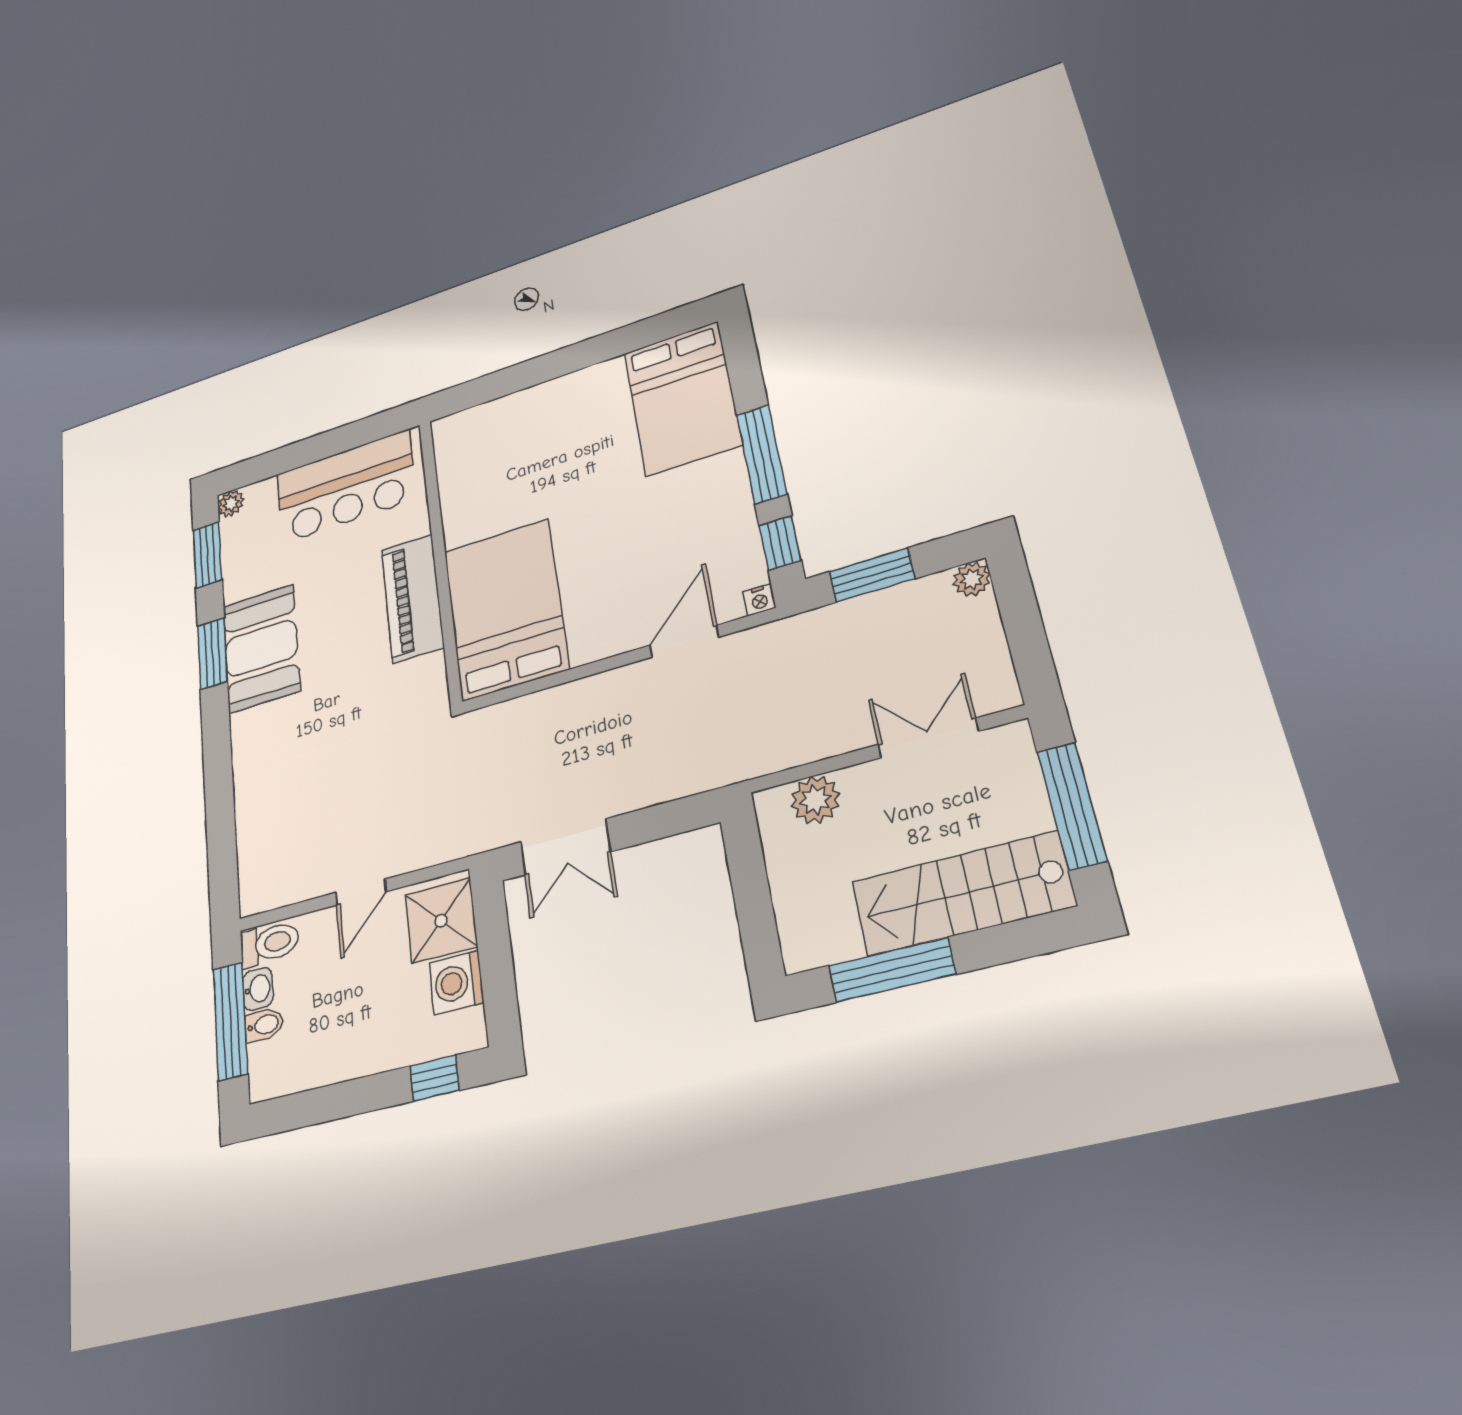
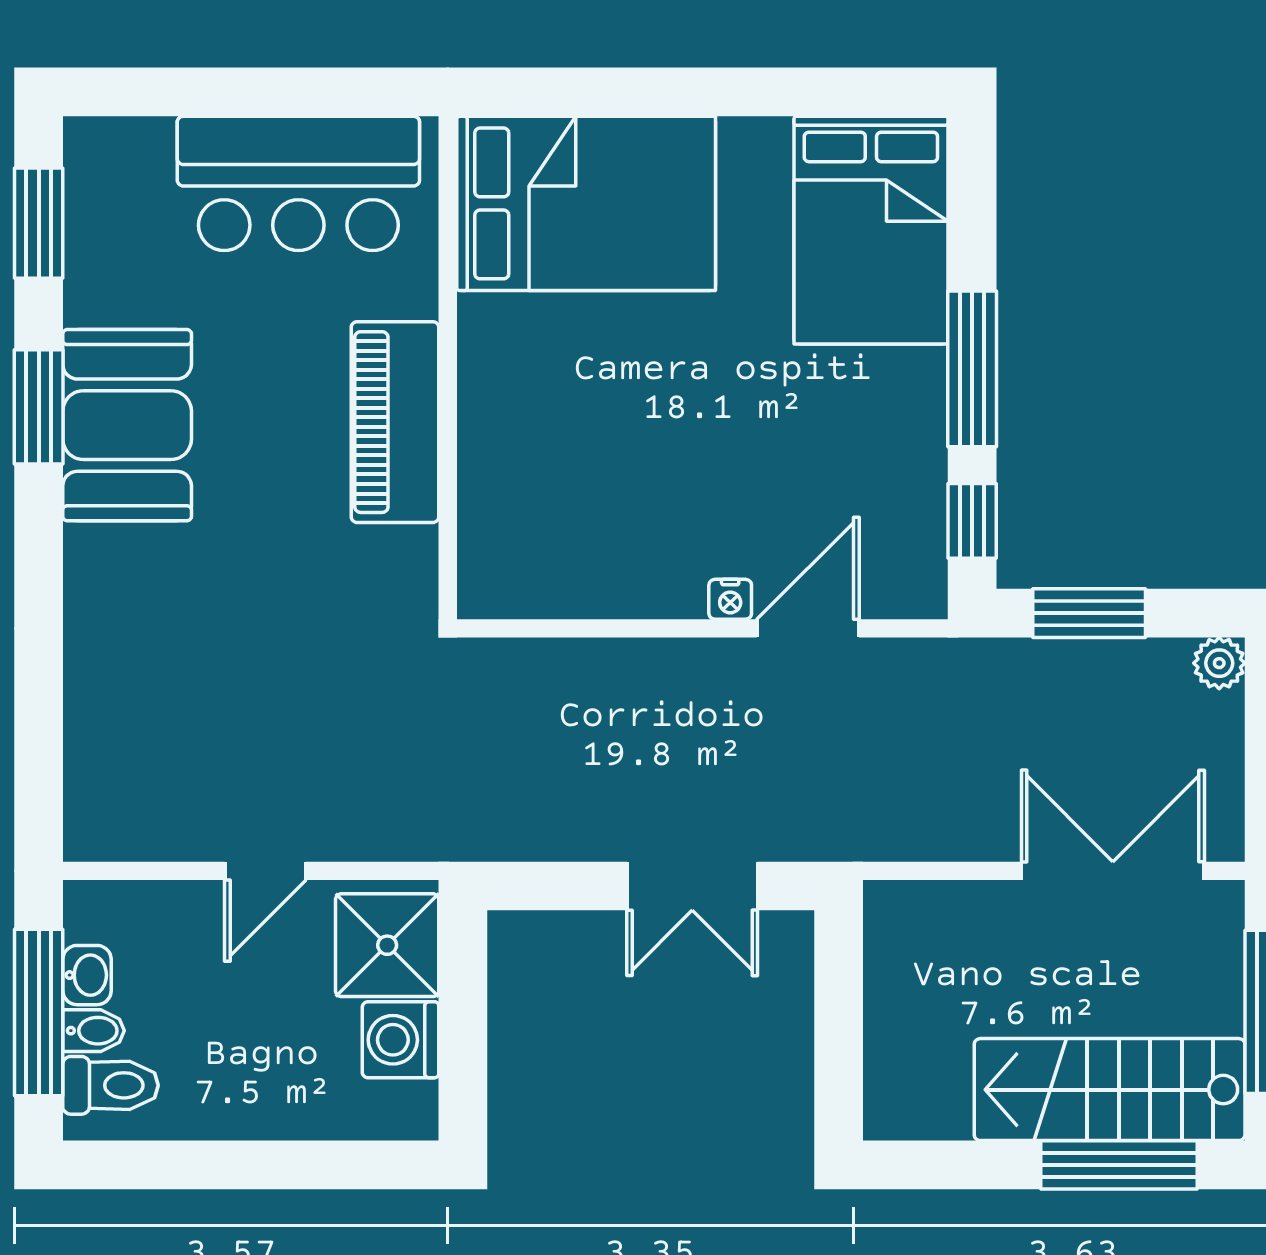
plant: (231, 503) -> (88, 141), removed
nightstand: (759, 600) -> (730, 599), moved
bed: (506, 609) -> (586, 203), moved, turned 90
double door: (928, 738) -> (1113, 871), width x1.37
plant: (815, 800) -> (948, 914), removed
double door: (565, 847) -> (692, 886), moved
toilet: (269, 943) -> (110, 1085), moved
window: (892, 970) -> (1119, 1165), moved
window: (435, 1078) -> (353, 1165), removed

